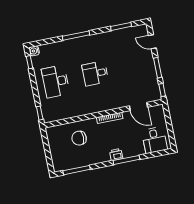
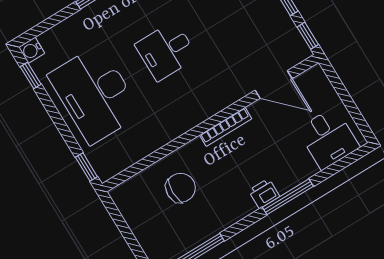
desk: (56, 81) -> (95, 94), width x1.36, depth x1.30
chair: (79, 138) -> (181, 188), turned 180

